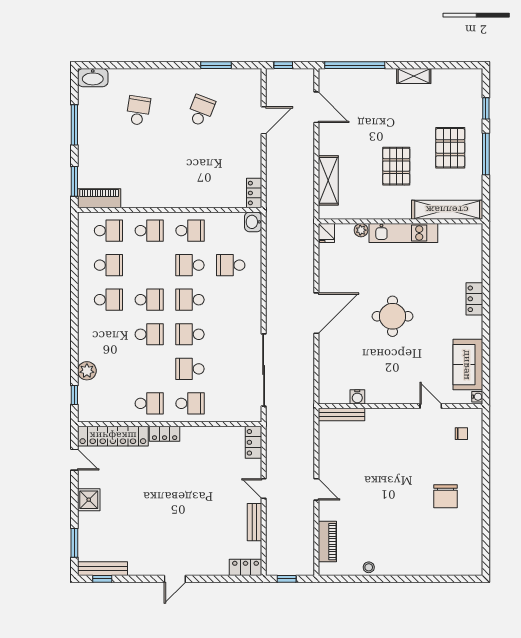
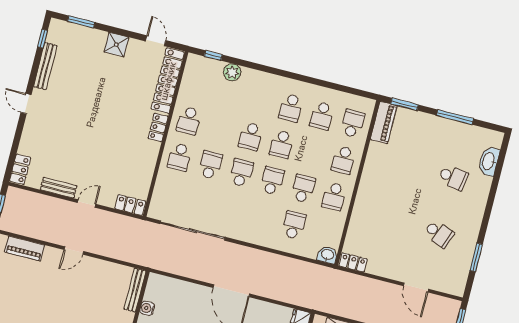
washbasin: (93, 78) -> (489, 161), moved
school desk: (108, 231) -> (353, 124), turned 180
door: (74, 460) -> (156, 41), swing flipped
bench: (102, 569) -> (45, 66), moved

